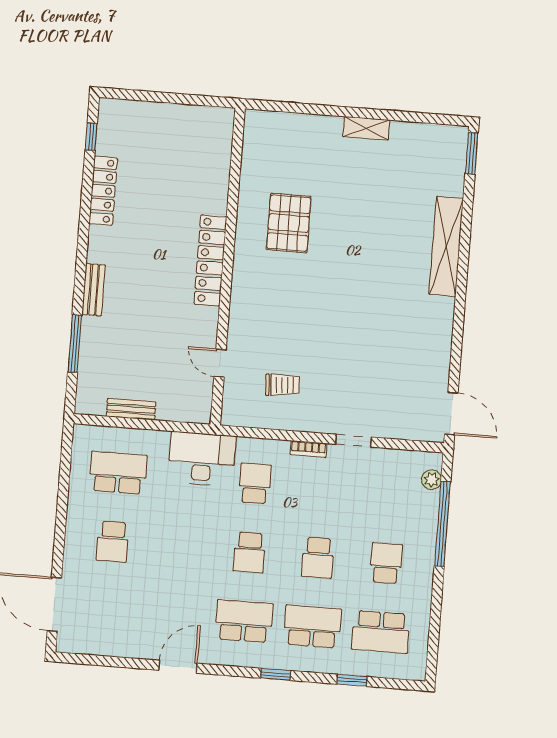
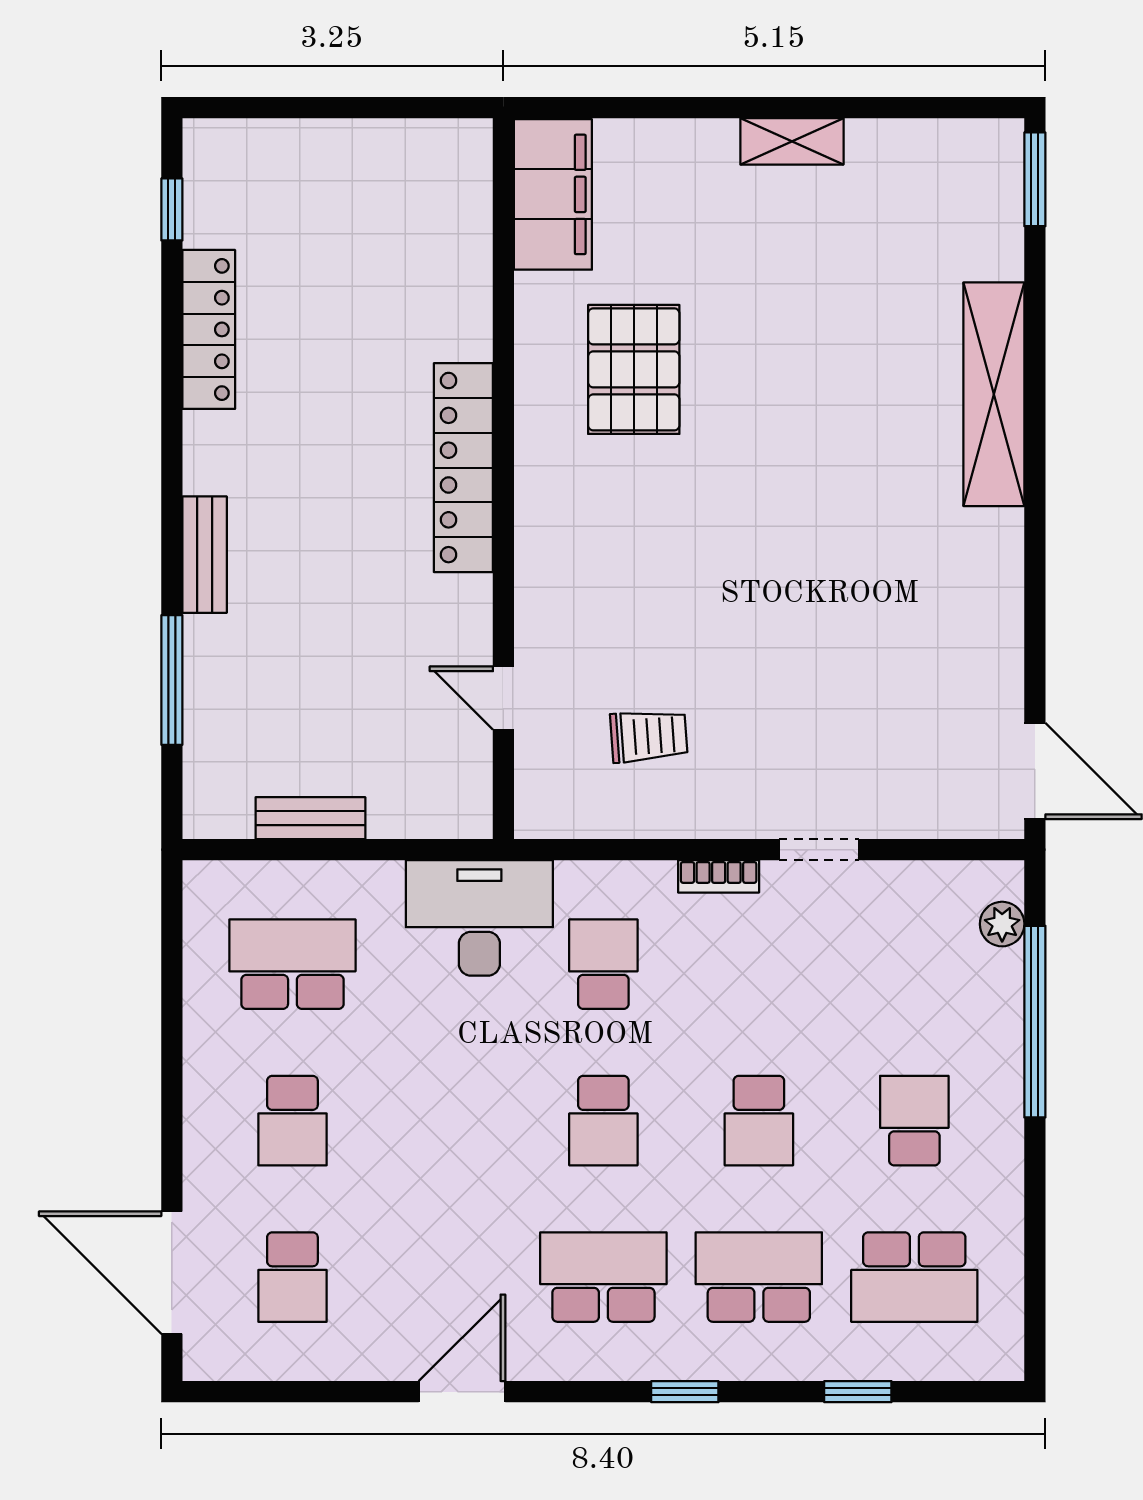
filing cabinet: (259, 143) -> (553, 194), added
school desk: (107, 610) -> (292, 1277), added

